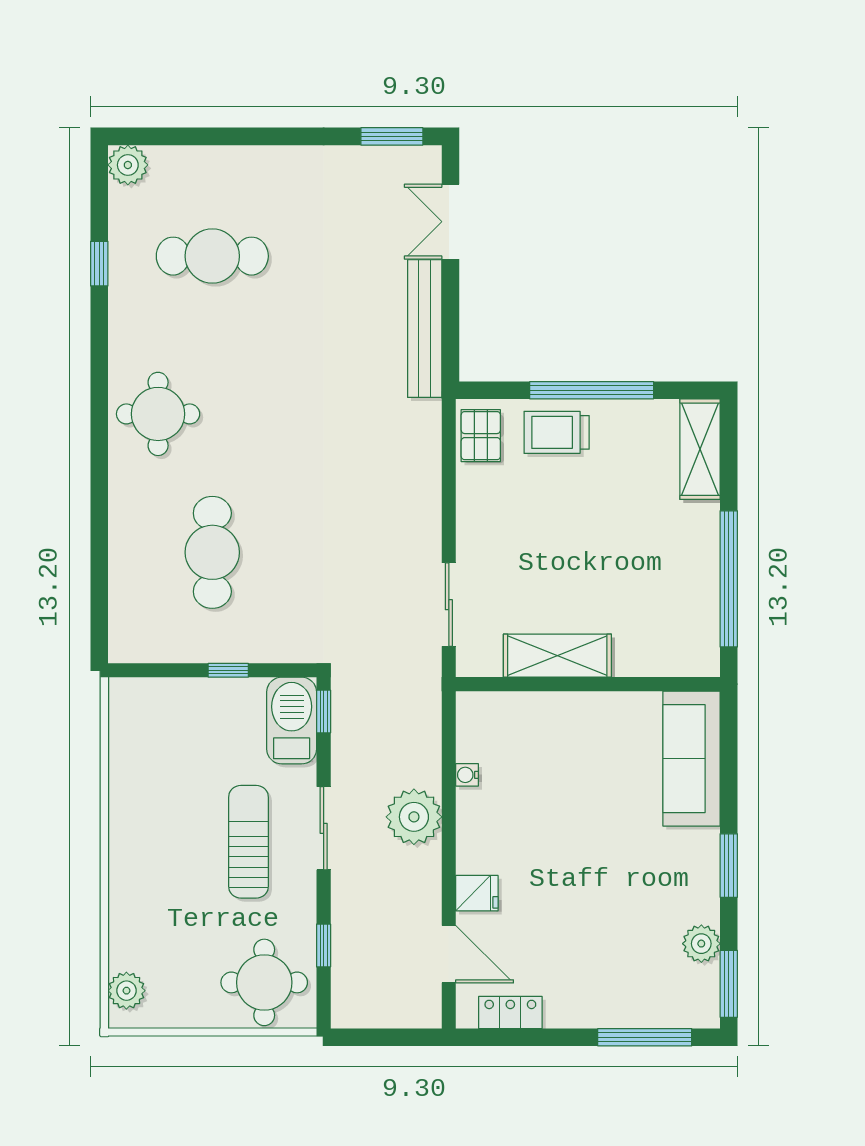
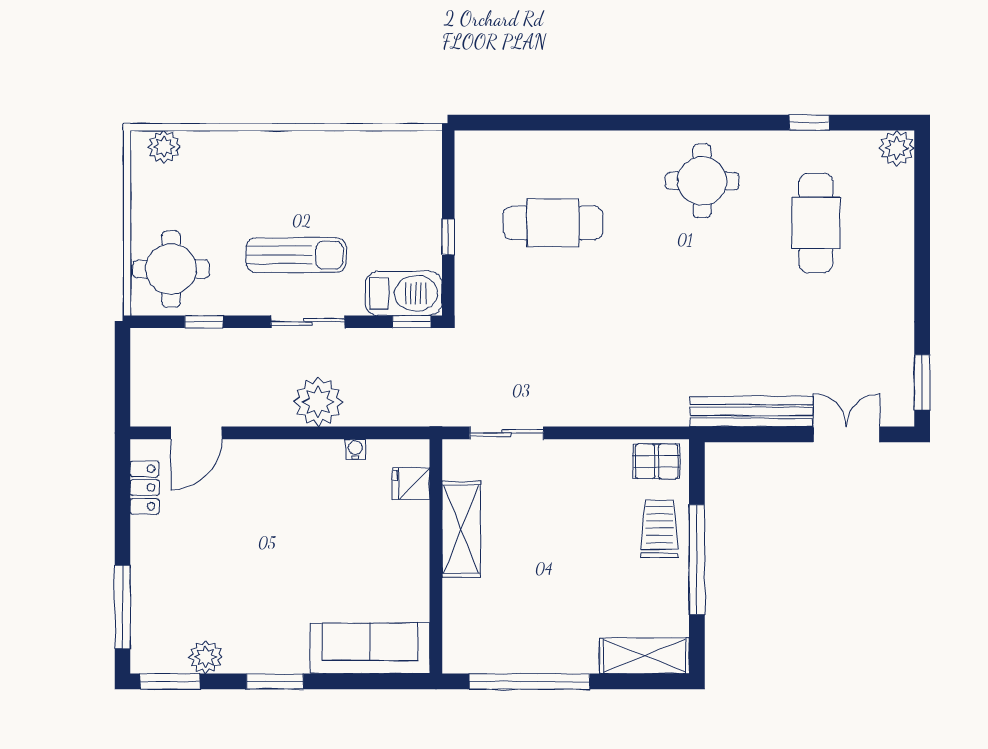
round table: (158, 414) -> (702, 181), moved
fridge: (477, 893) -> (411, 483), moved, turned 90

